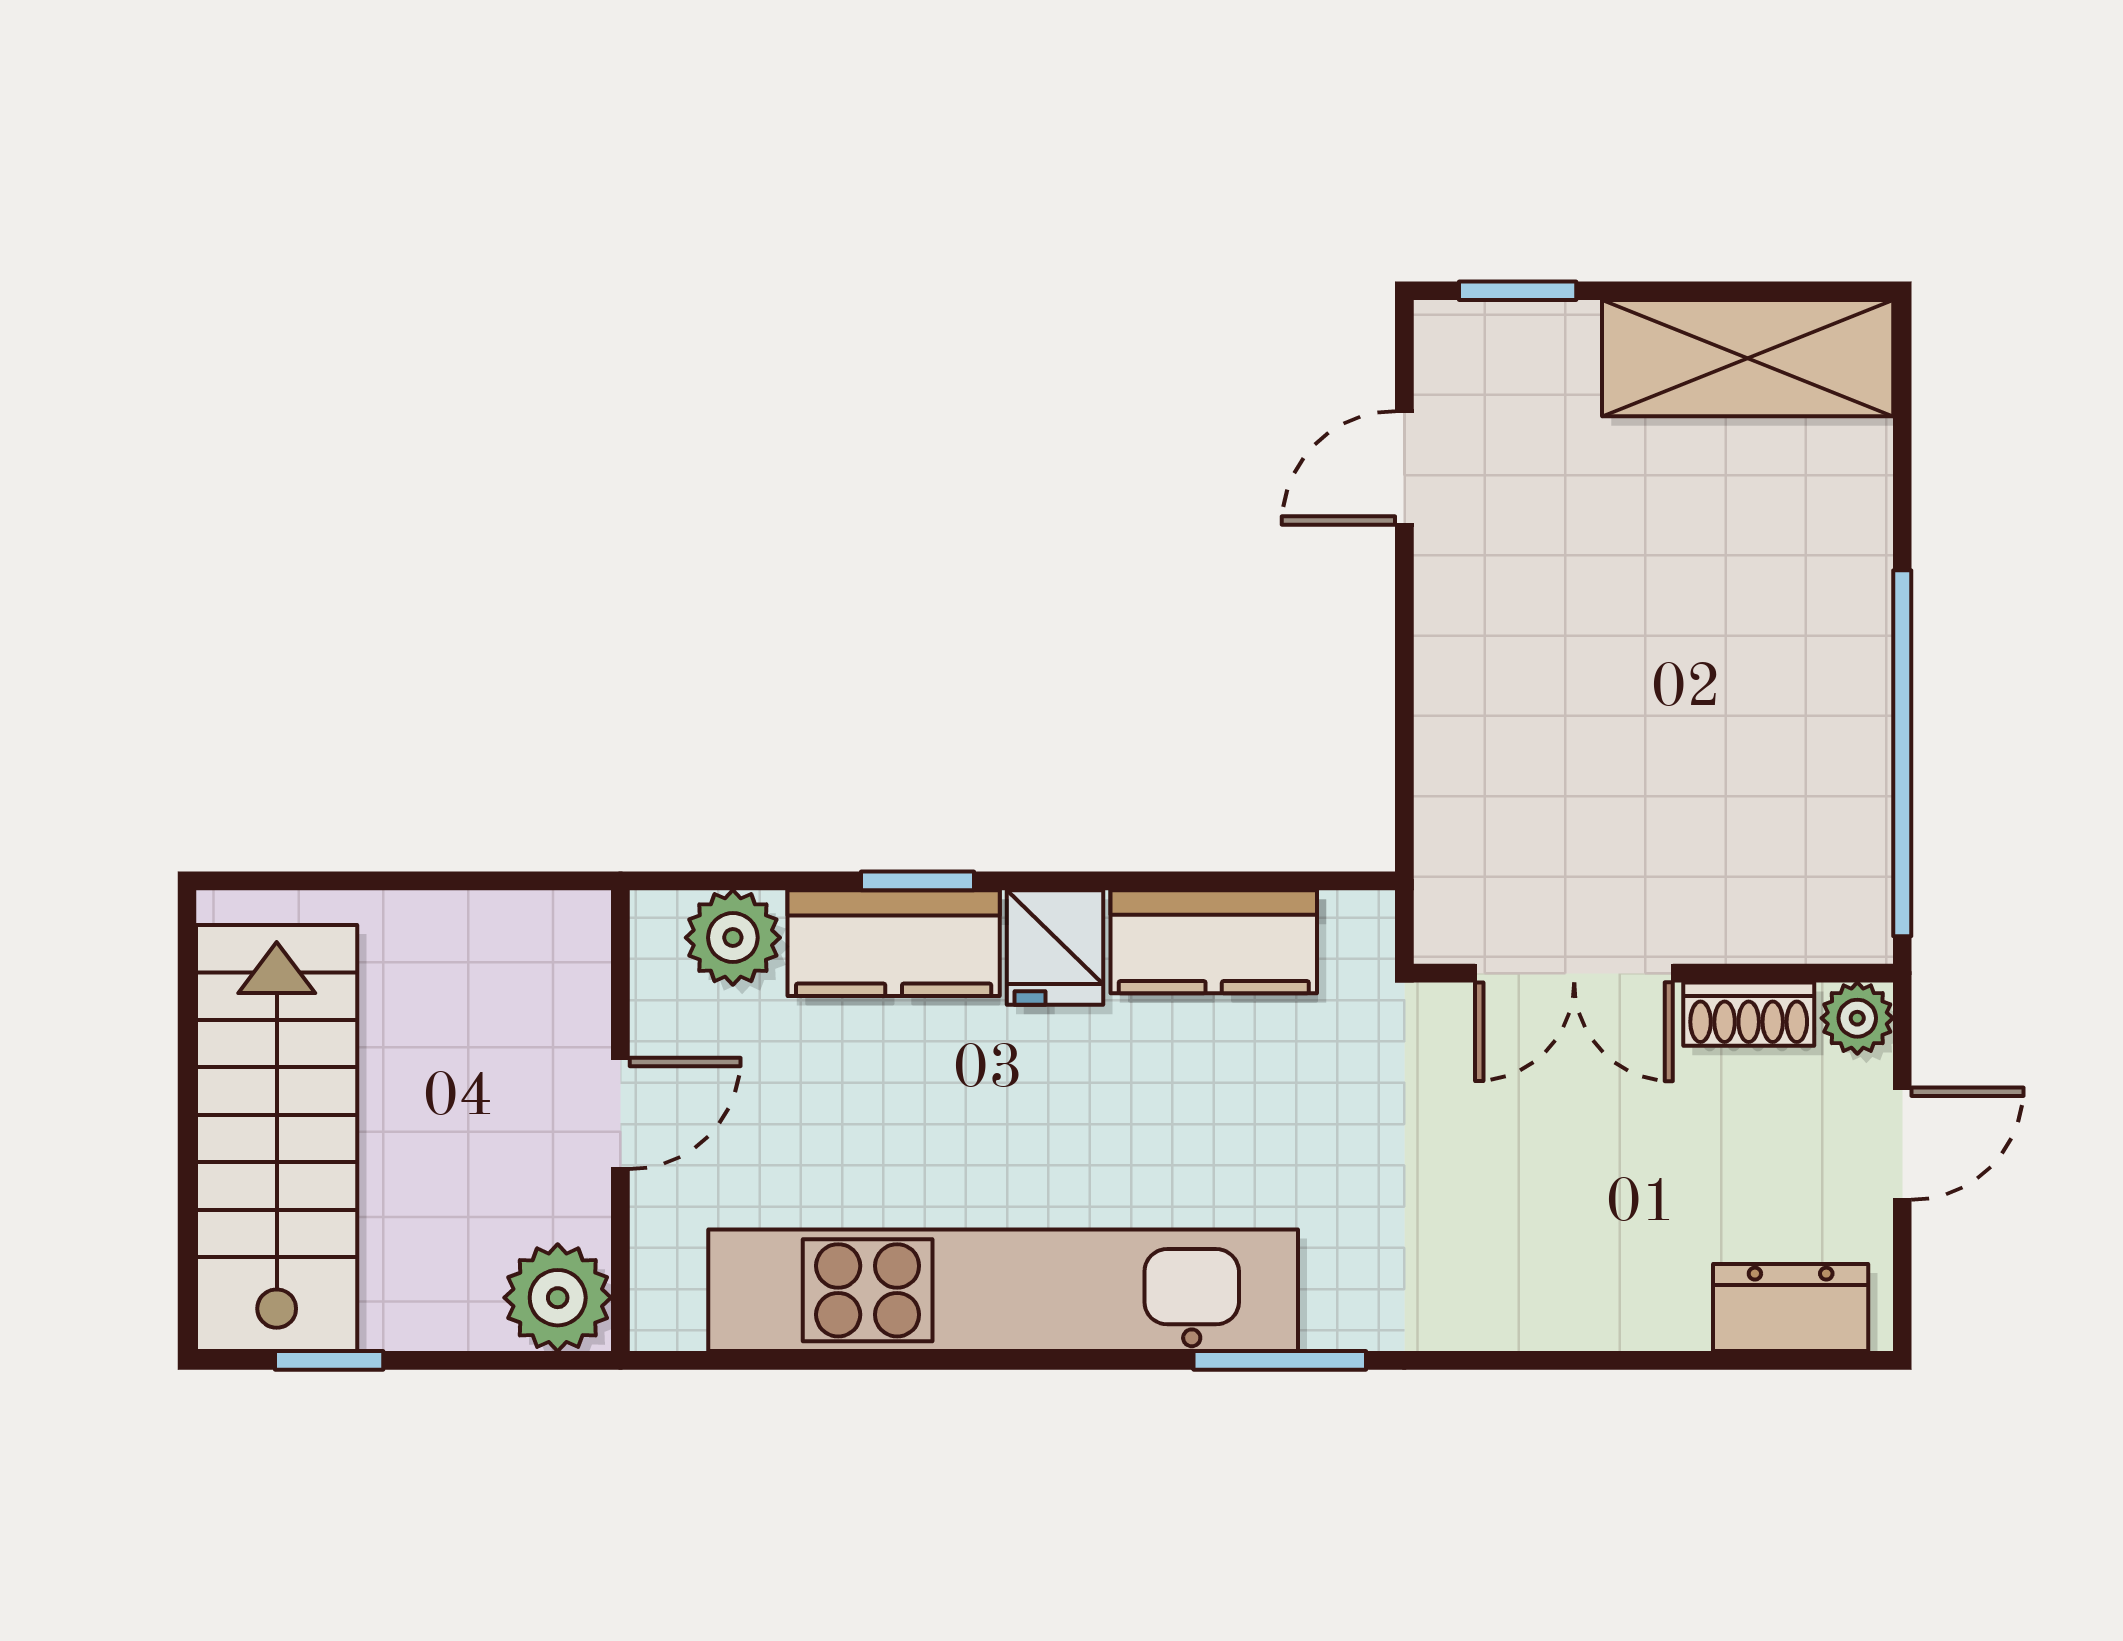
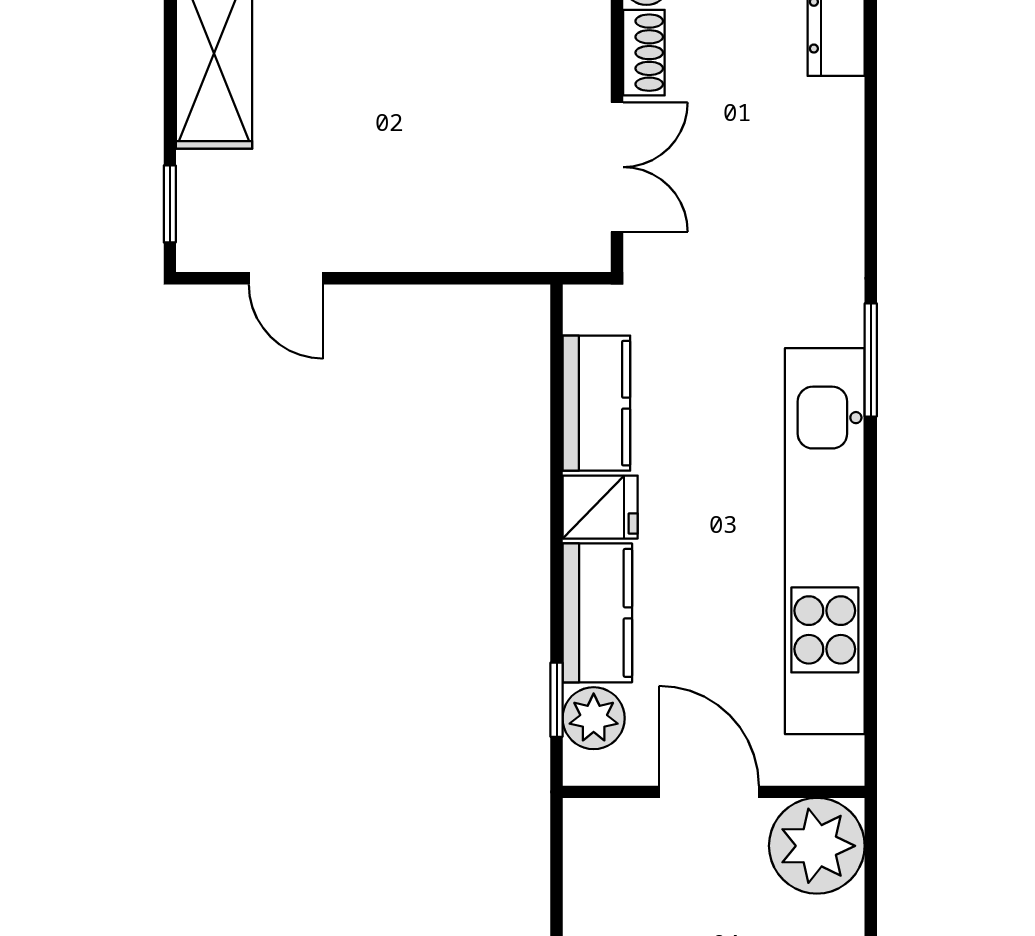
window: (917, 881) -> (557, 700), moved
door: (620, 1113) -> (709, 792), width x1.38
plant: (558, 1298) -> (817, 846), width x1.36, depth x1.36

